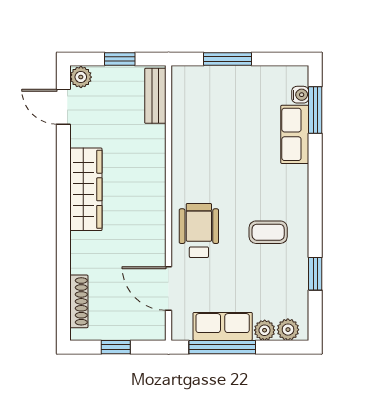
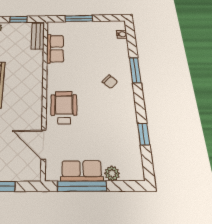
window: (315, 110) -> (135, 70), moved
row of seats: (295, 134) -> (55, 49), moved, turned 180
chair: (273, 187) -> (110, 82), added
coffee table: (268, 232) -> (109, 108), removed
plant: (288, 330) -> (129, 173), removed

